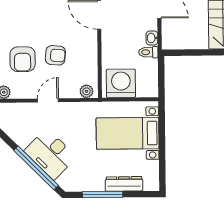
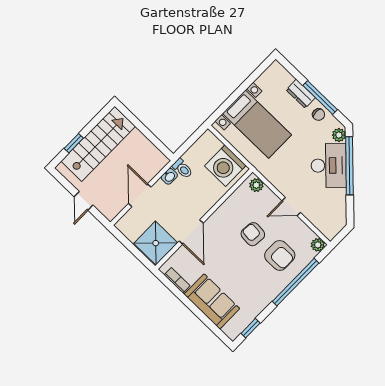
armchair: (23, 59) -> (280, 255), turned 90
plant: (64, 182) -> (339, 135), added
chair: (92, 182) -> (319, 115), added
dresser: (124, 184) -> (301, 94), width x0.70

